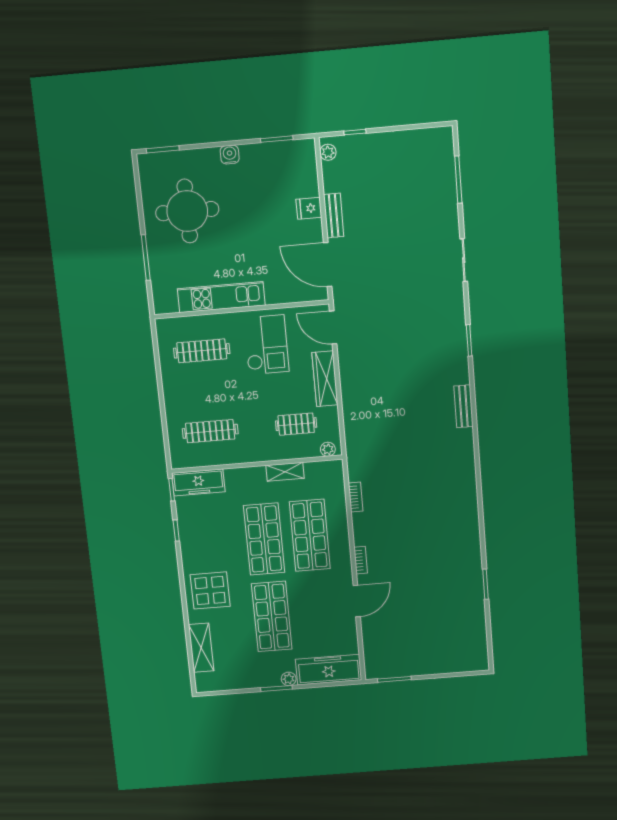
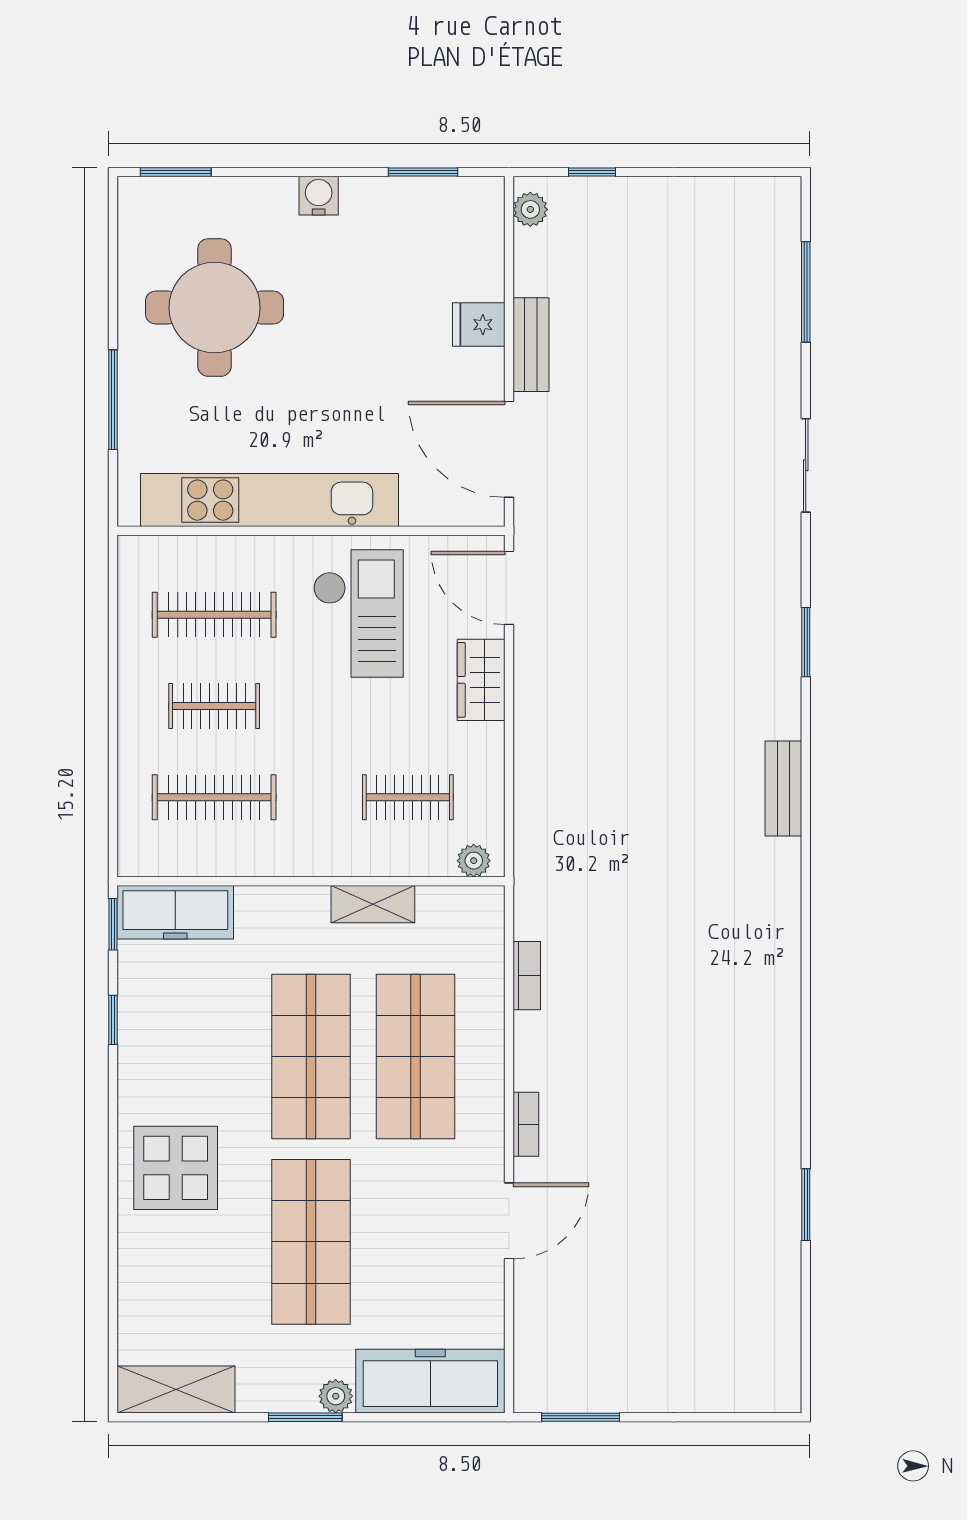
kitchen unit: (221, 297) -> (270, 500), width x1.36
wardrobe: (325, 379) -> (481, 680), width x0.67
clothes rail: (206, 391) -> (214, 706), added
shelving: (201, 648) -> (176, 1389), moved, turned 90

